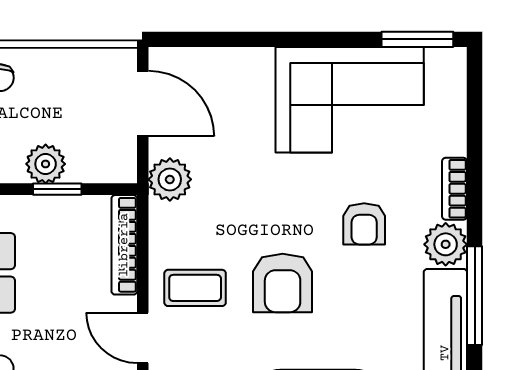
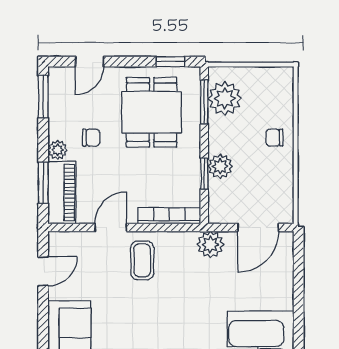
armchair: (283, 283) -> (145, 315), removed

